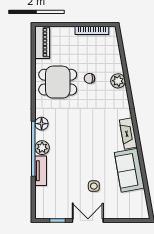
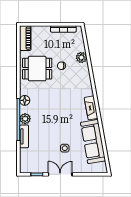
plant: (118, 81) -> (81, 57), moved
sofa: (129, 170) -> (93, 142), width x1.36

